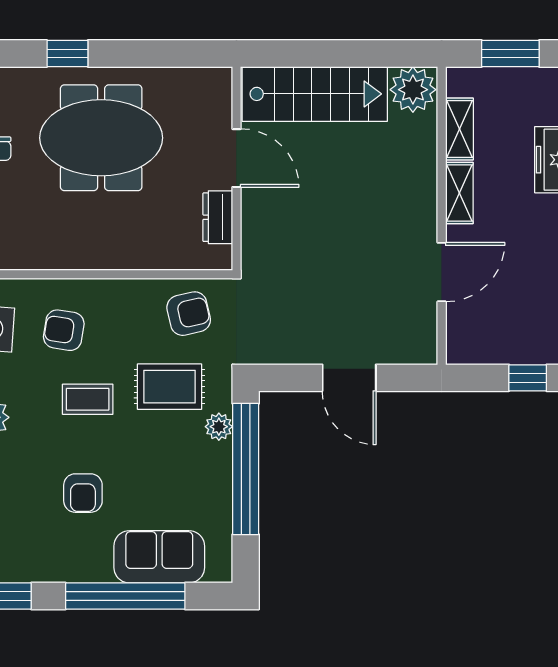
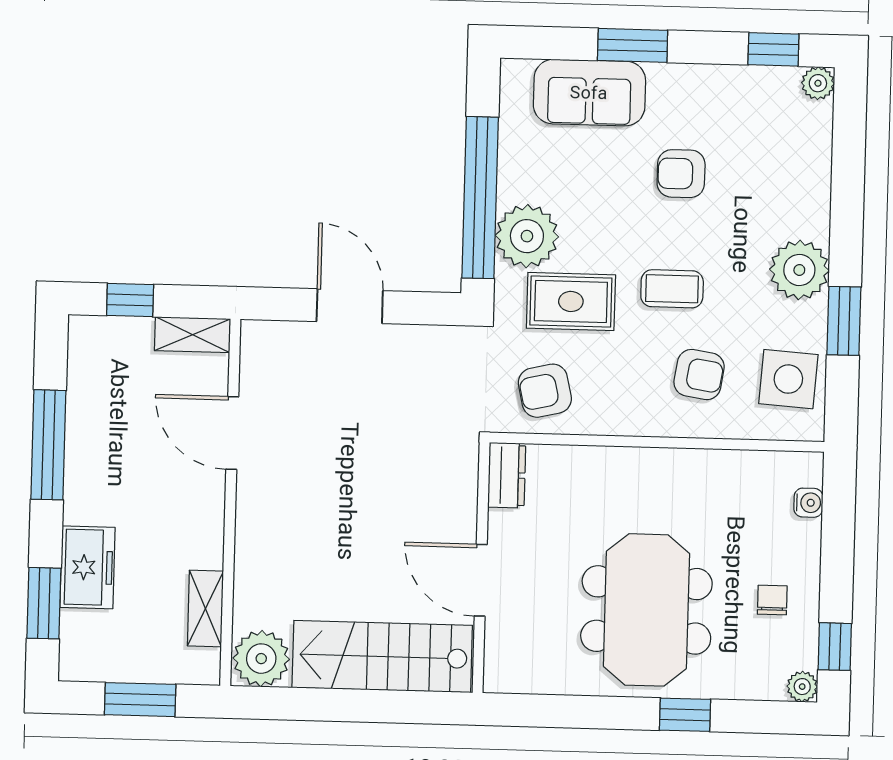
meeting table: (101, 138) -> (646, 610), turned 90
shelving: (459, 193) -> (193, 335), moved, turned 90
dresser: (218, 217) -> (507, 475), moved
door: (442, 272) -> (232, 433), hinge flipped
plant: (219, 427) -> (527, 236), width x1.88, depth x1.88
armchair: (83, 493) -> (681, 174), turned -90
window: (125, 596) -> (633, 45), width x0.47

